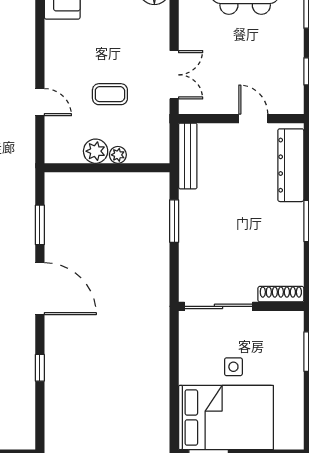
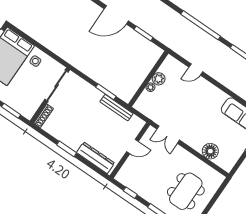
coffee table: (110, 94) -> (179, 102), removed
door: (253, 119) -> (133, 146), moved
bench: (188, 156) -> (116, 108), moved
side table: (233, 367) -> (35, 61), moved

